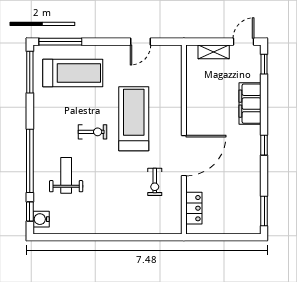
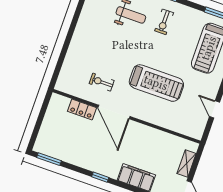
exercise bike: (93, 132) -> (164, 22), moved
locker: (194, 208) -> (82, 109), moved

